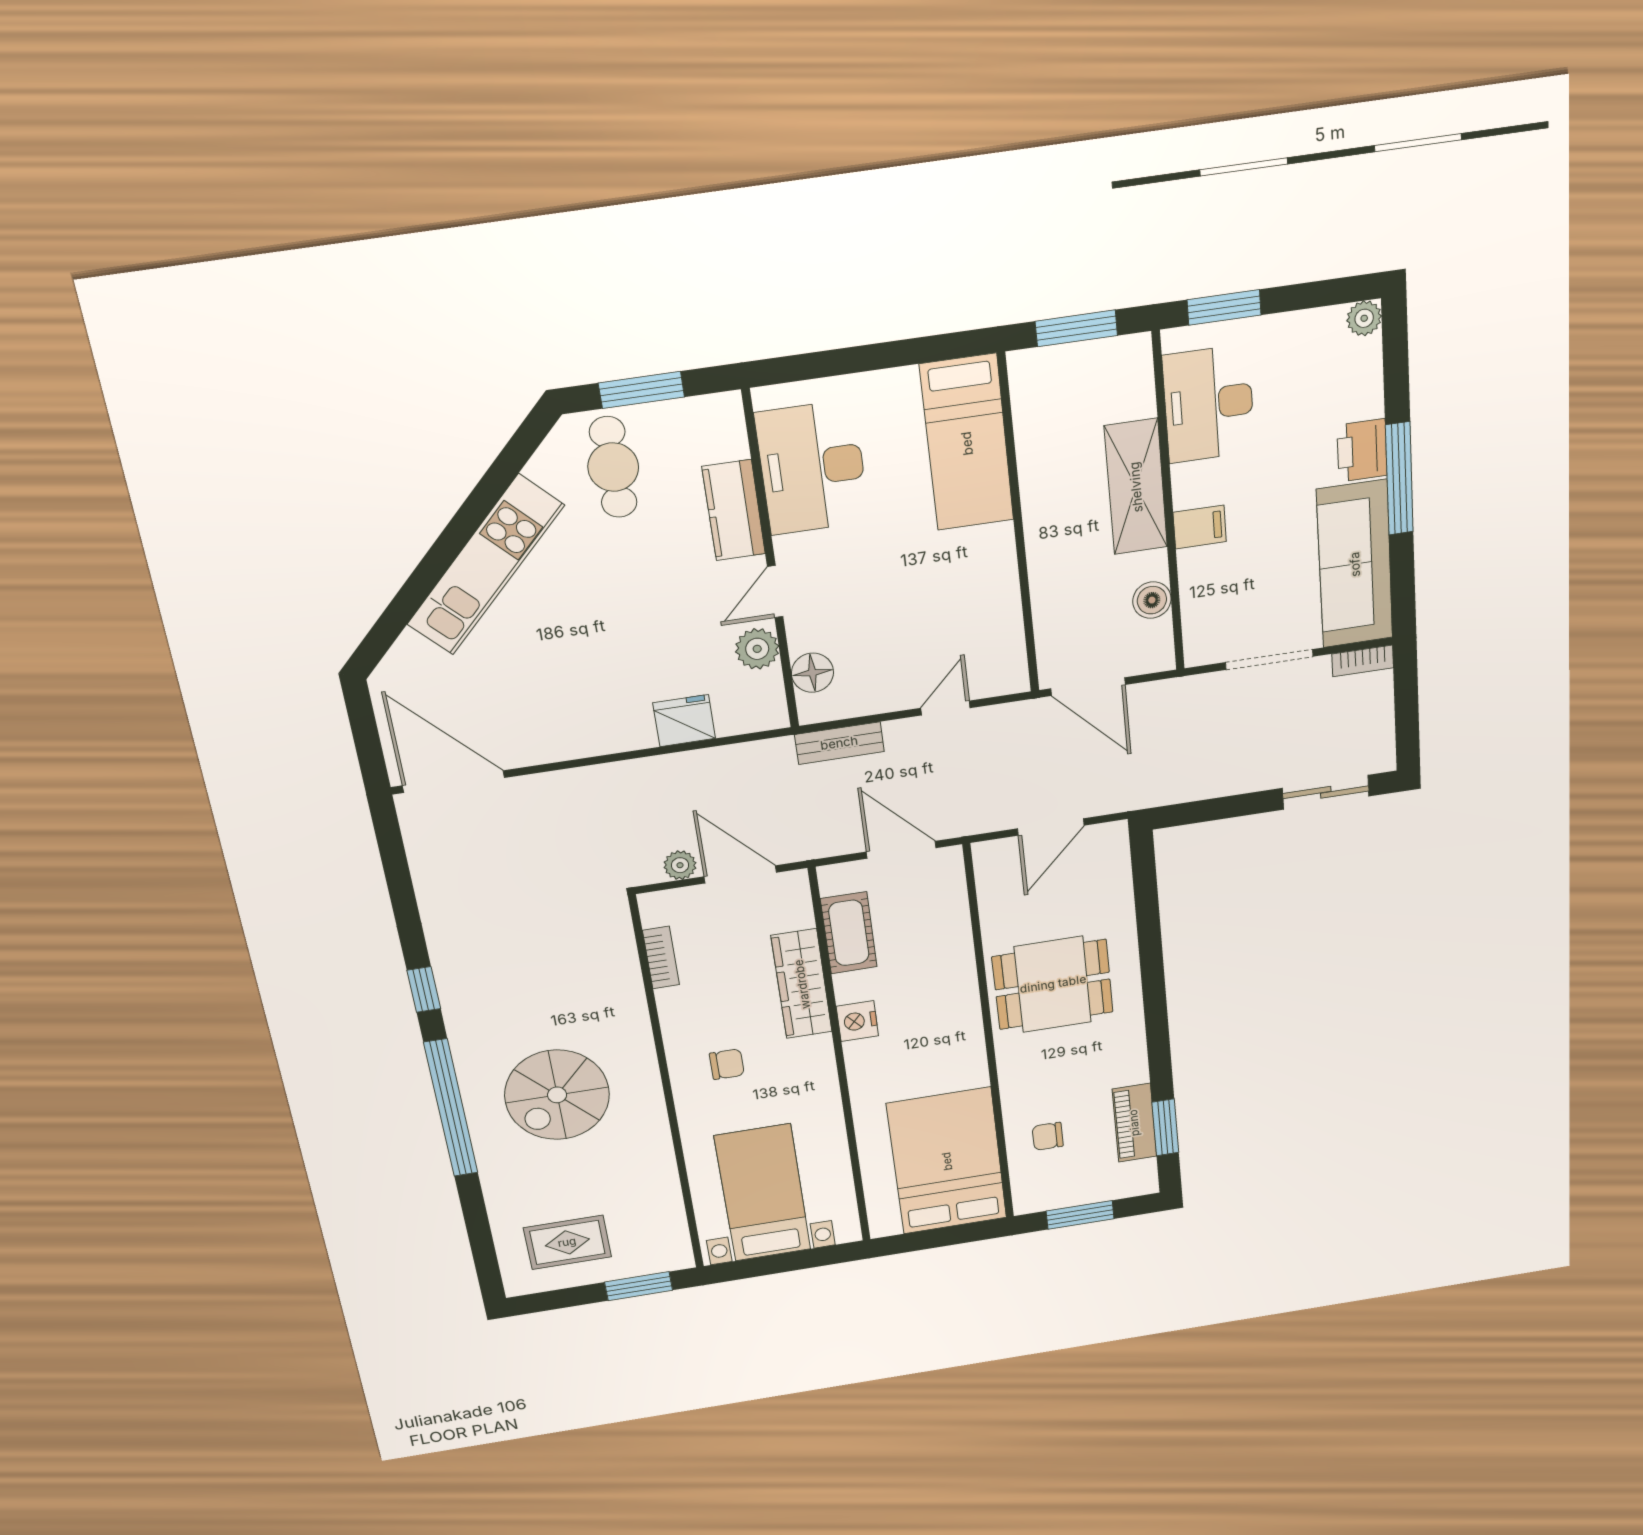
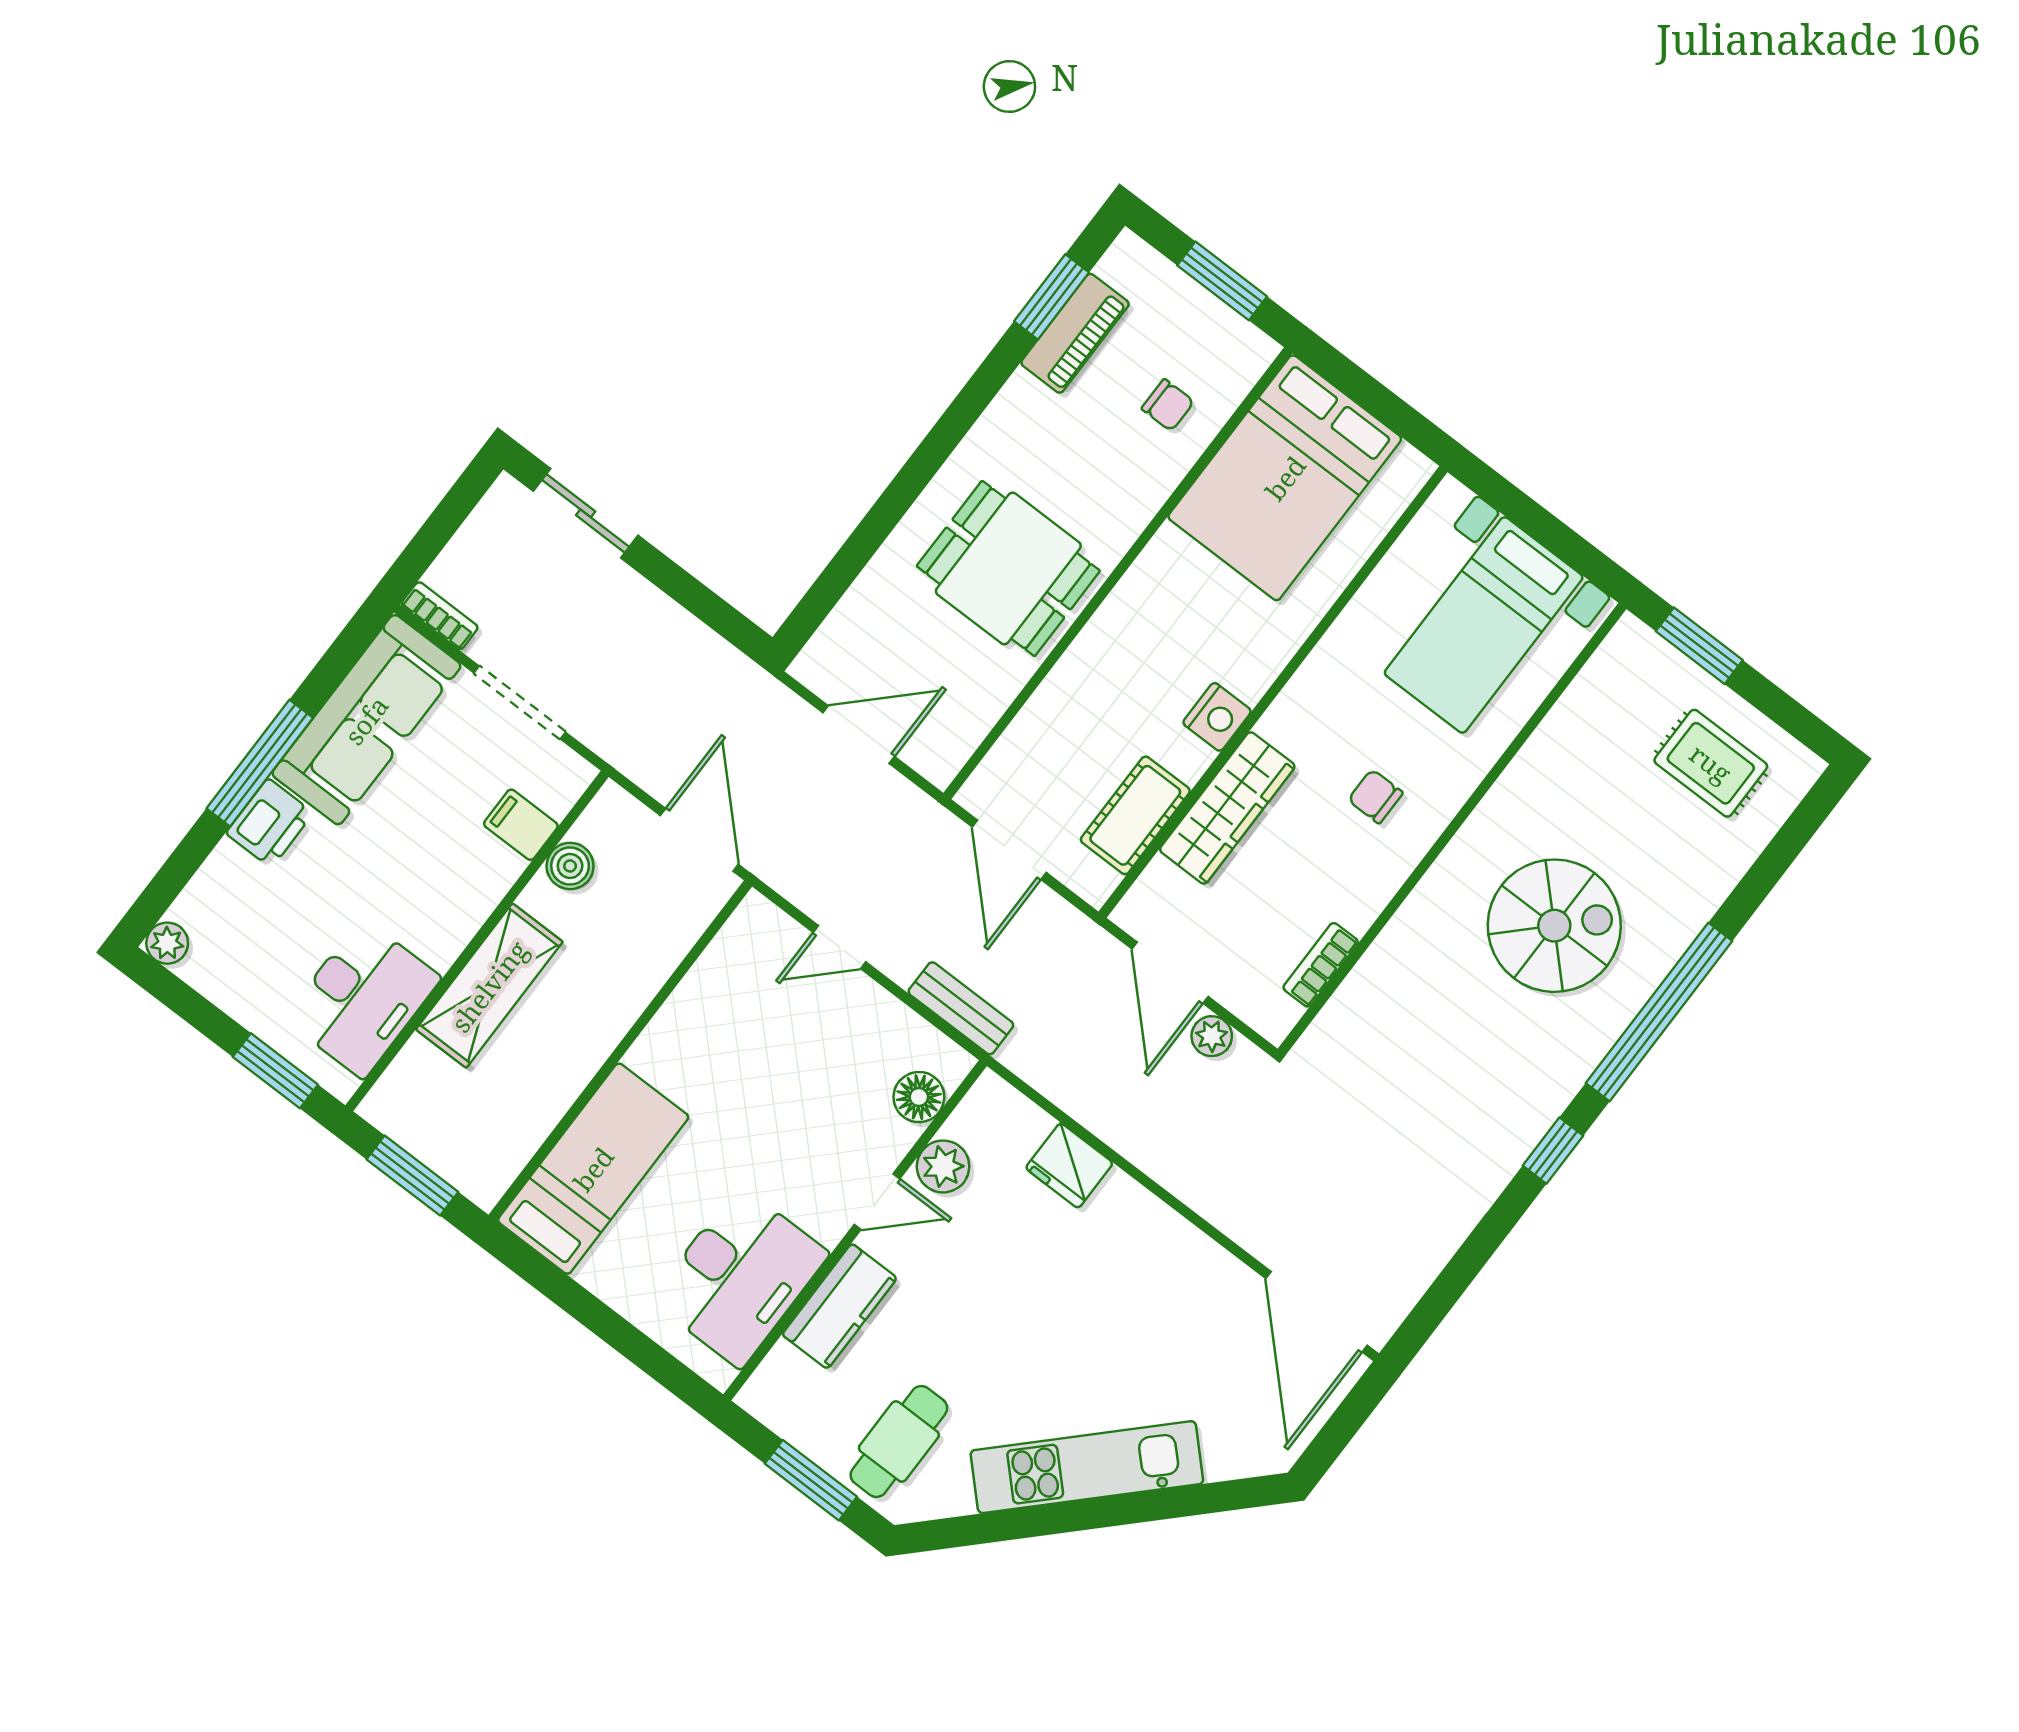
filing cabinet: (1200, 527) -> (521, 825), moved

